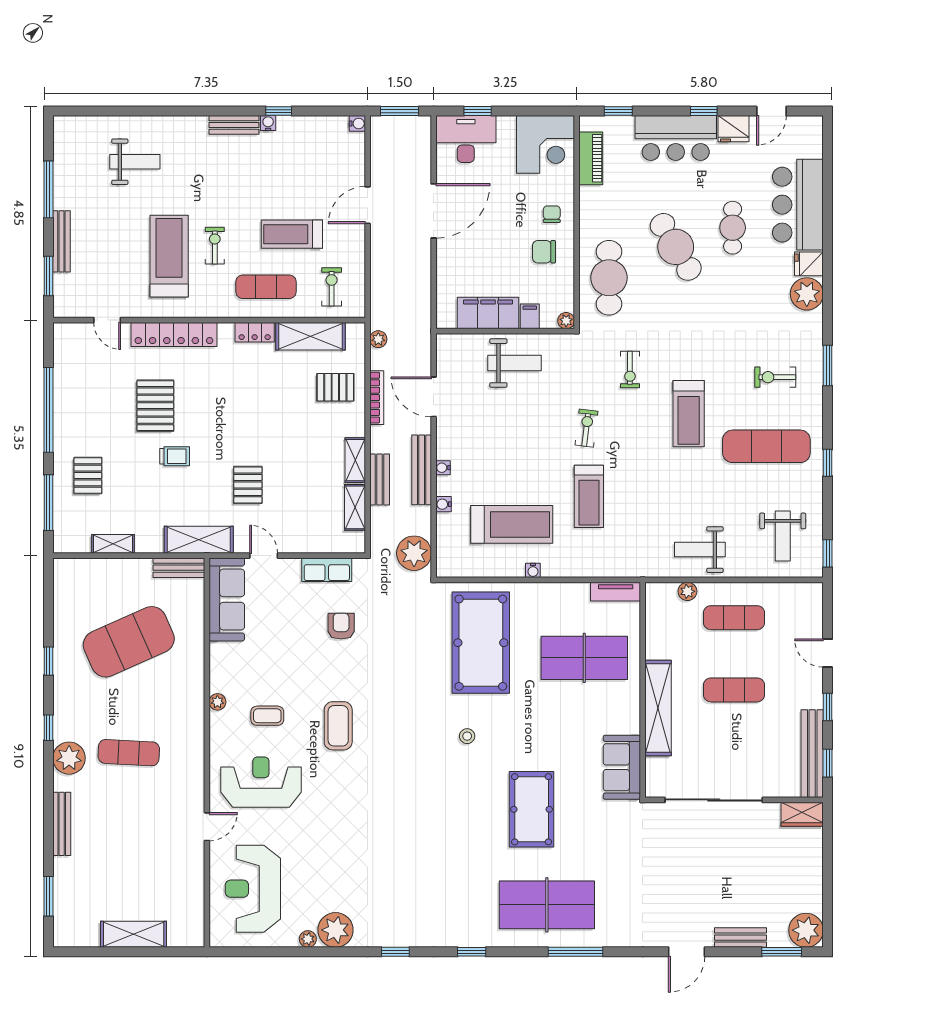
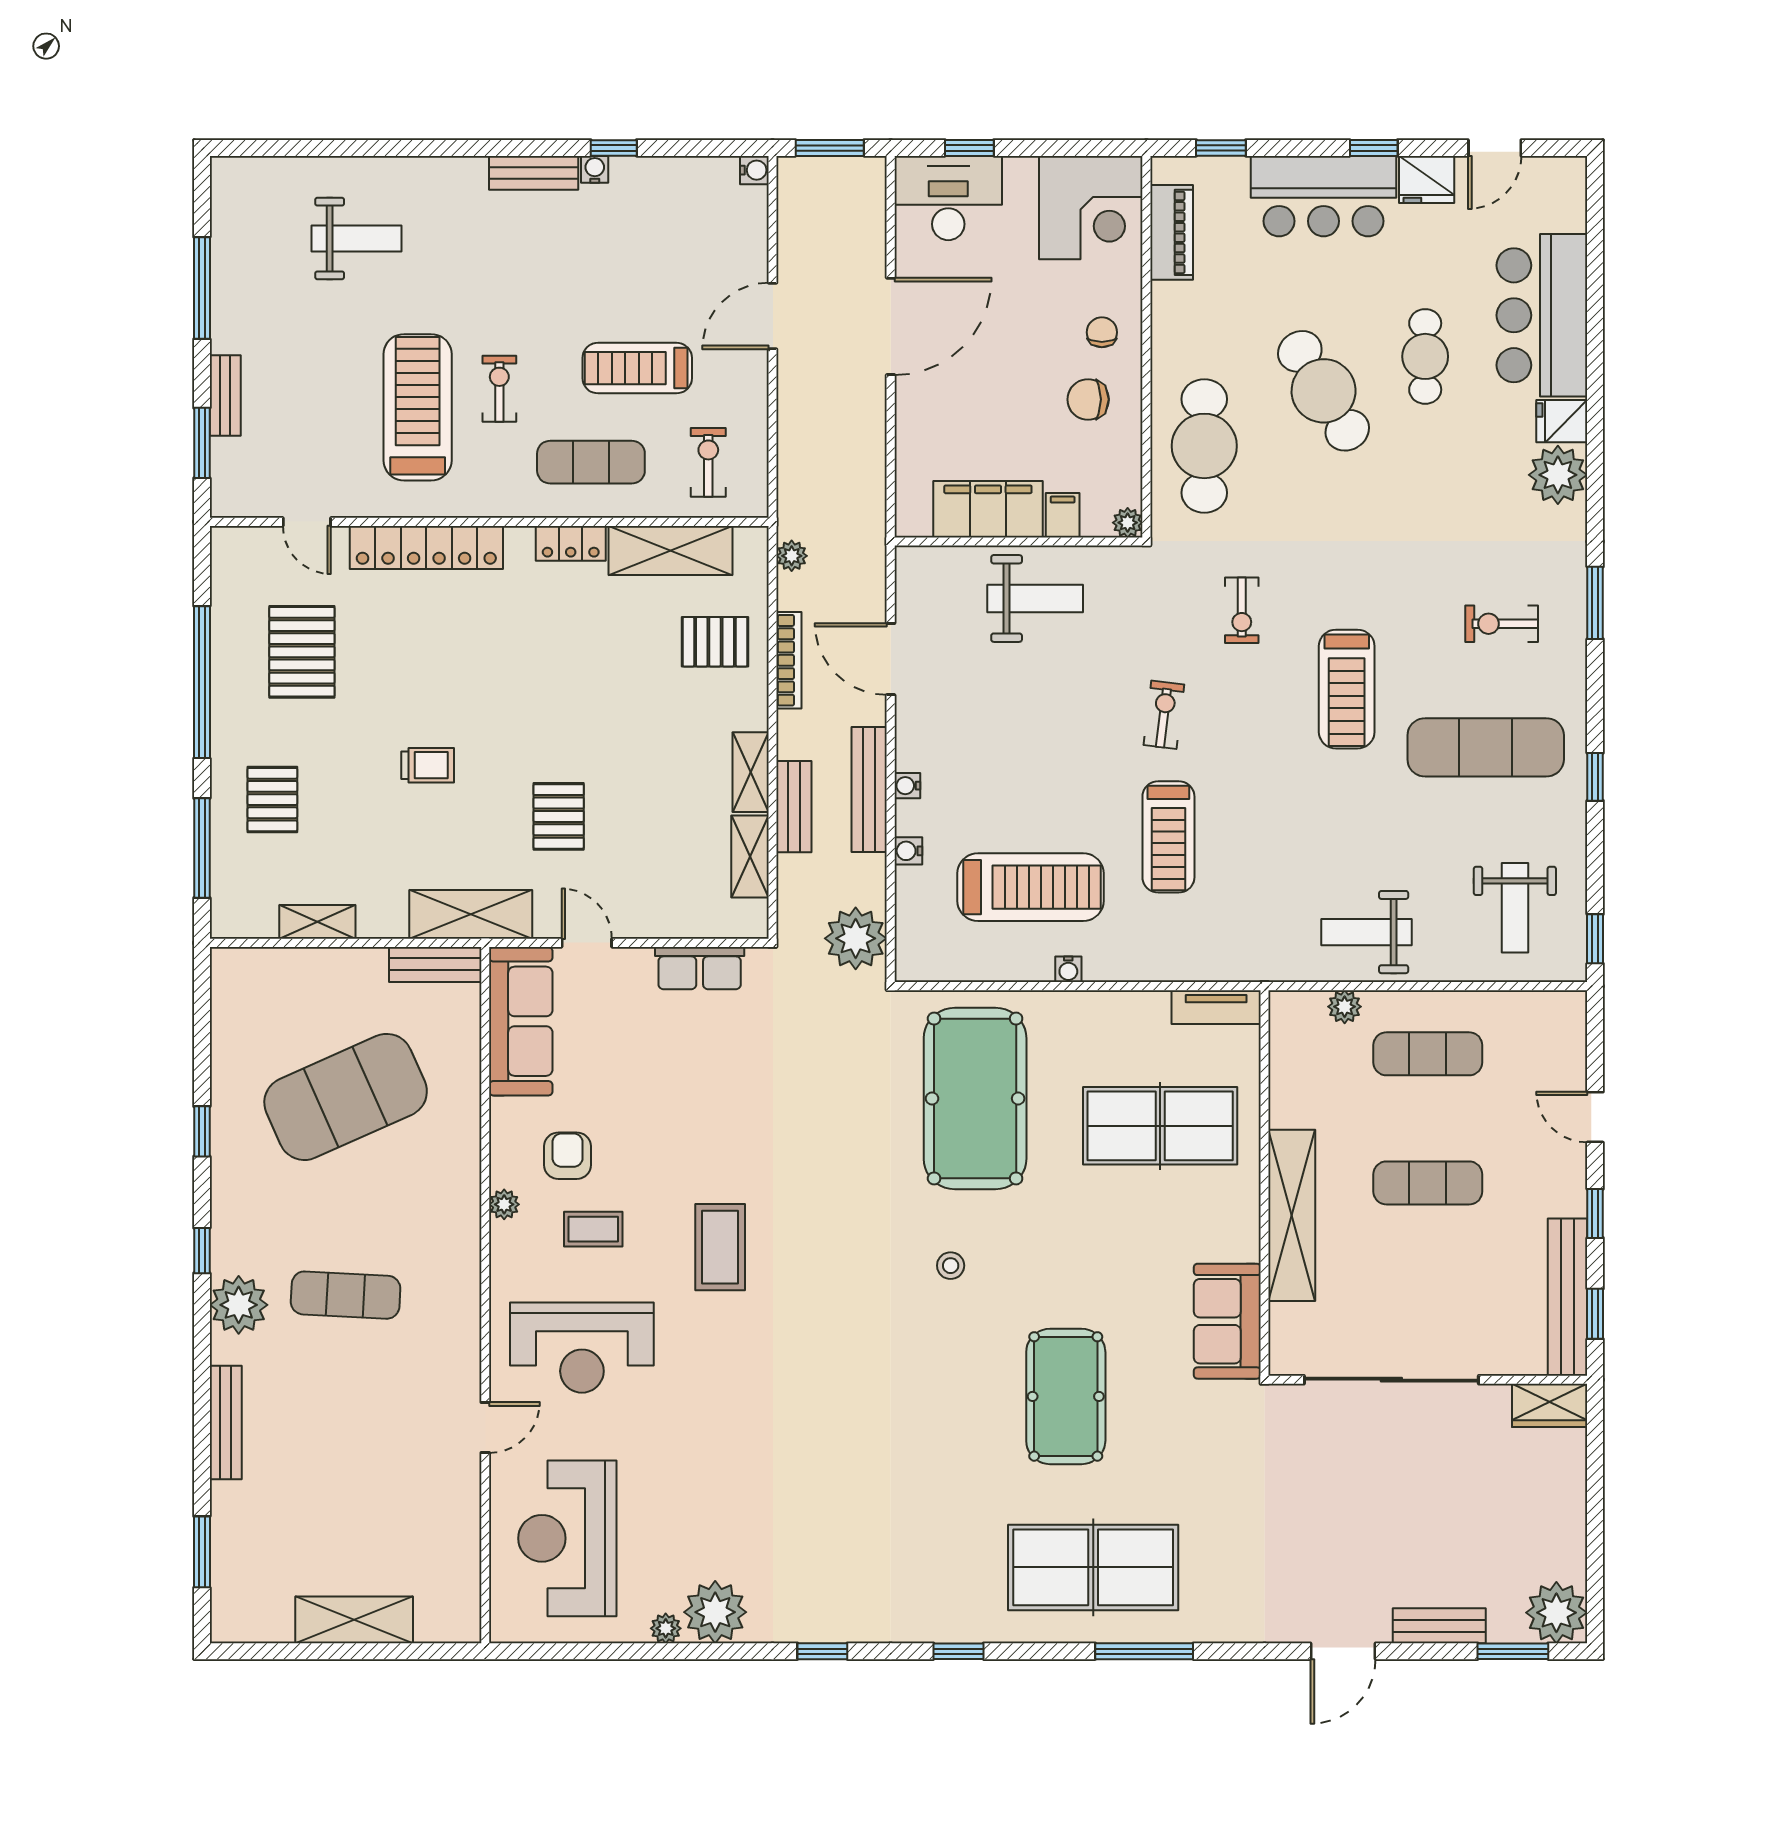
bench: (61, 241) -> (225, 396), width x0.73
pallet: (155, 406) -> (302, 652), moved
armchair: (341, 626) -> (568, 1156), moved
reception desk: (261, 782) -> (582, 1348), turned 180

